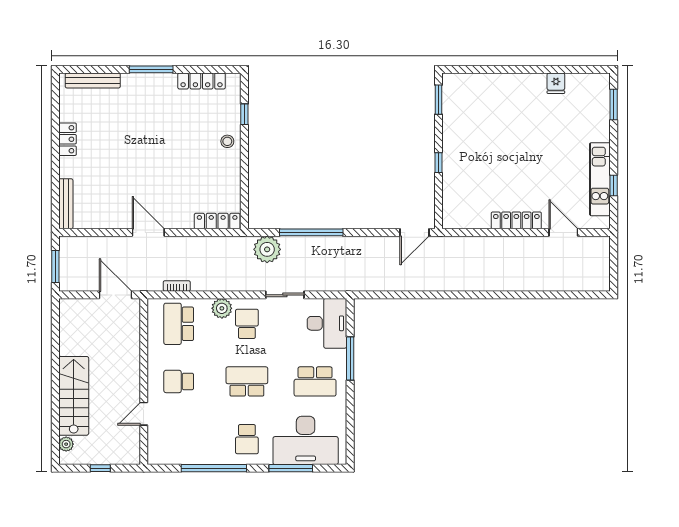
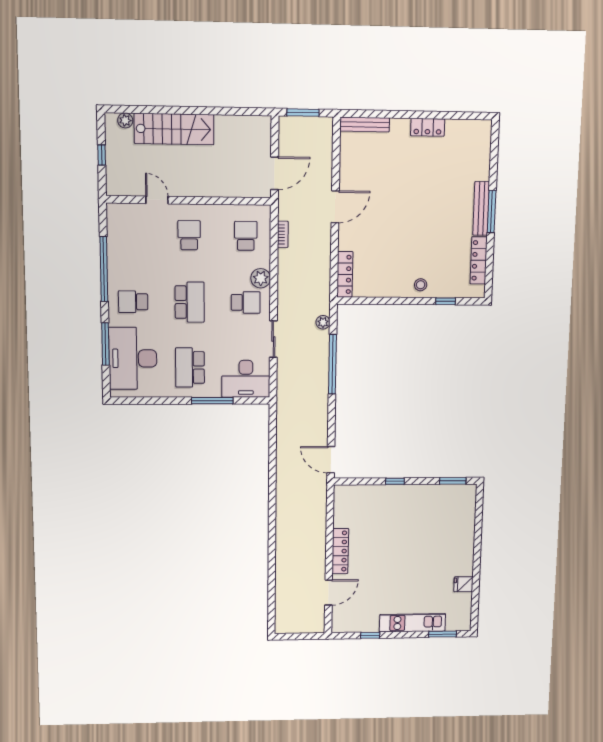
bench: (93, 81) -> (481, 209), moved
kitchen unit: (600, 179) -> (412, 623), moved
plant: (267, 249) -> (323, 322), width x0.53, depth x0.53
school desk: (179, 324) -> (246, 236), width x0.54

